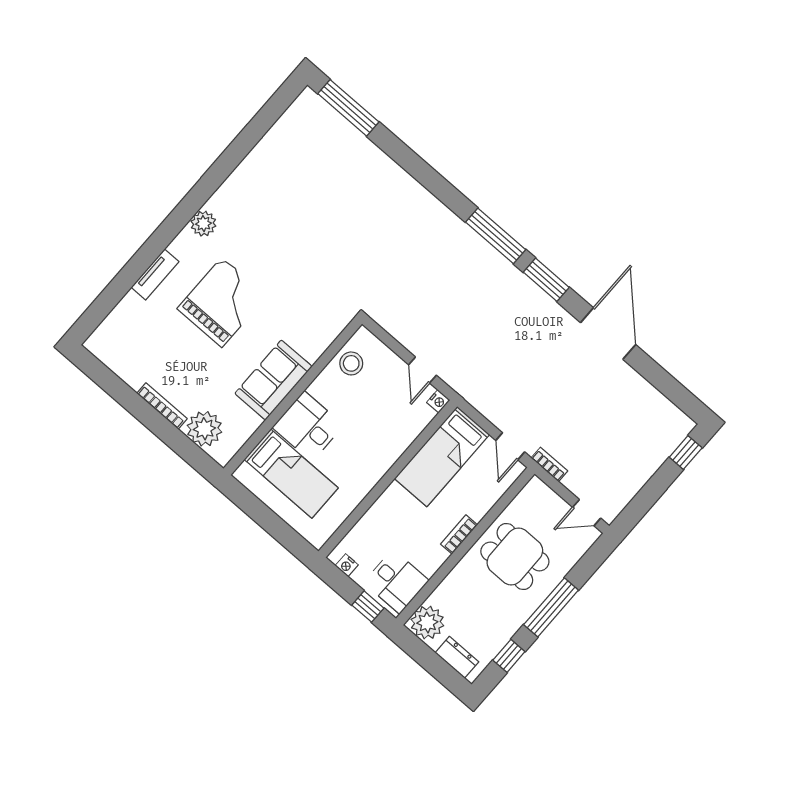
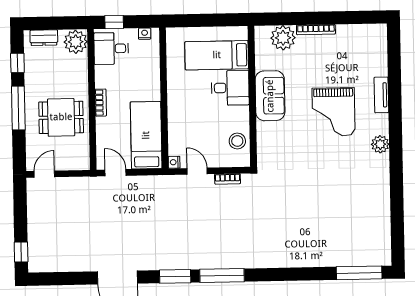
bookcase: (549, 464) -> (228, 179), moved

